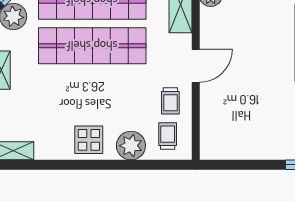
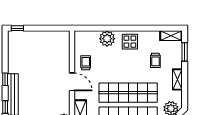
door: (196, 66) -> (72, 82), swing flipped
trolley: (168, 136) -> (155, 60), moved

